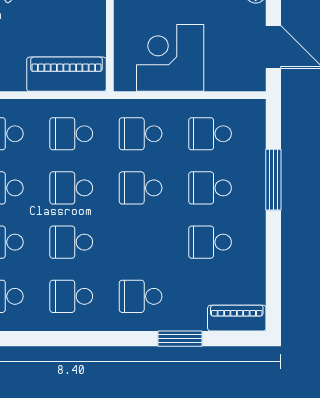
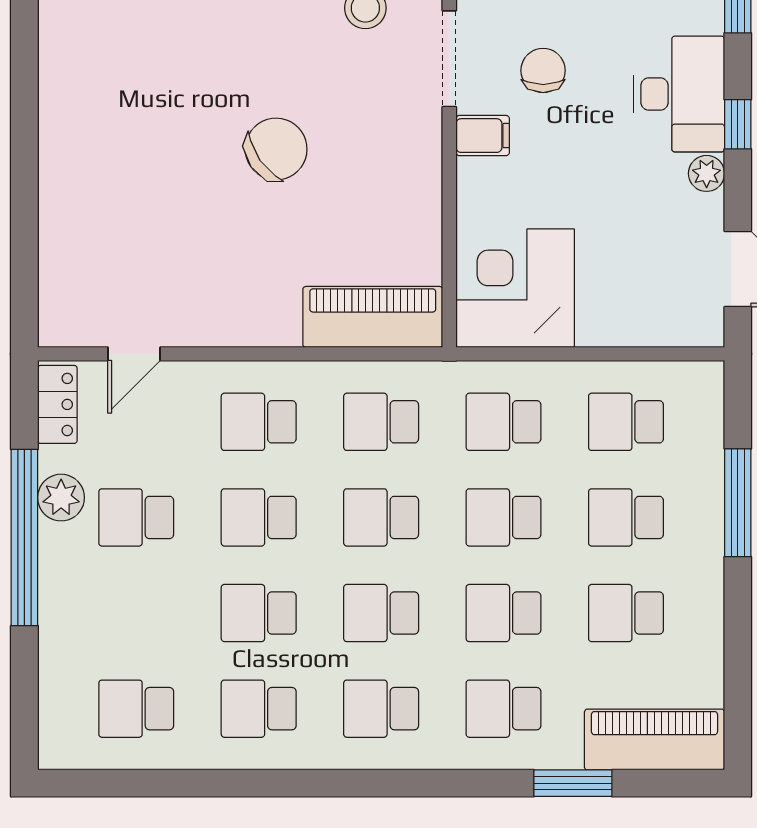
corner desk: (170, 58) -> (515, 288), moved
school desk: (141, 242) -> (504, 613), added
piano: (237, 318) -> (654, 740), width x1.37, depth x1.33

